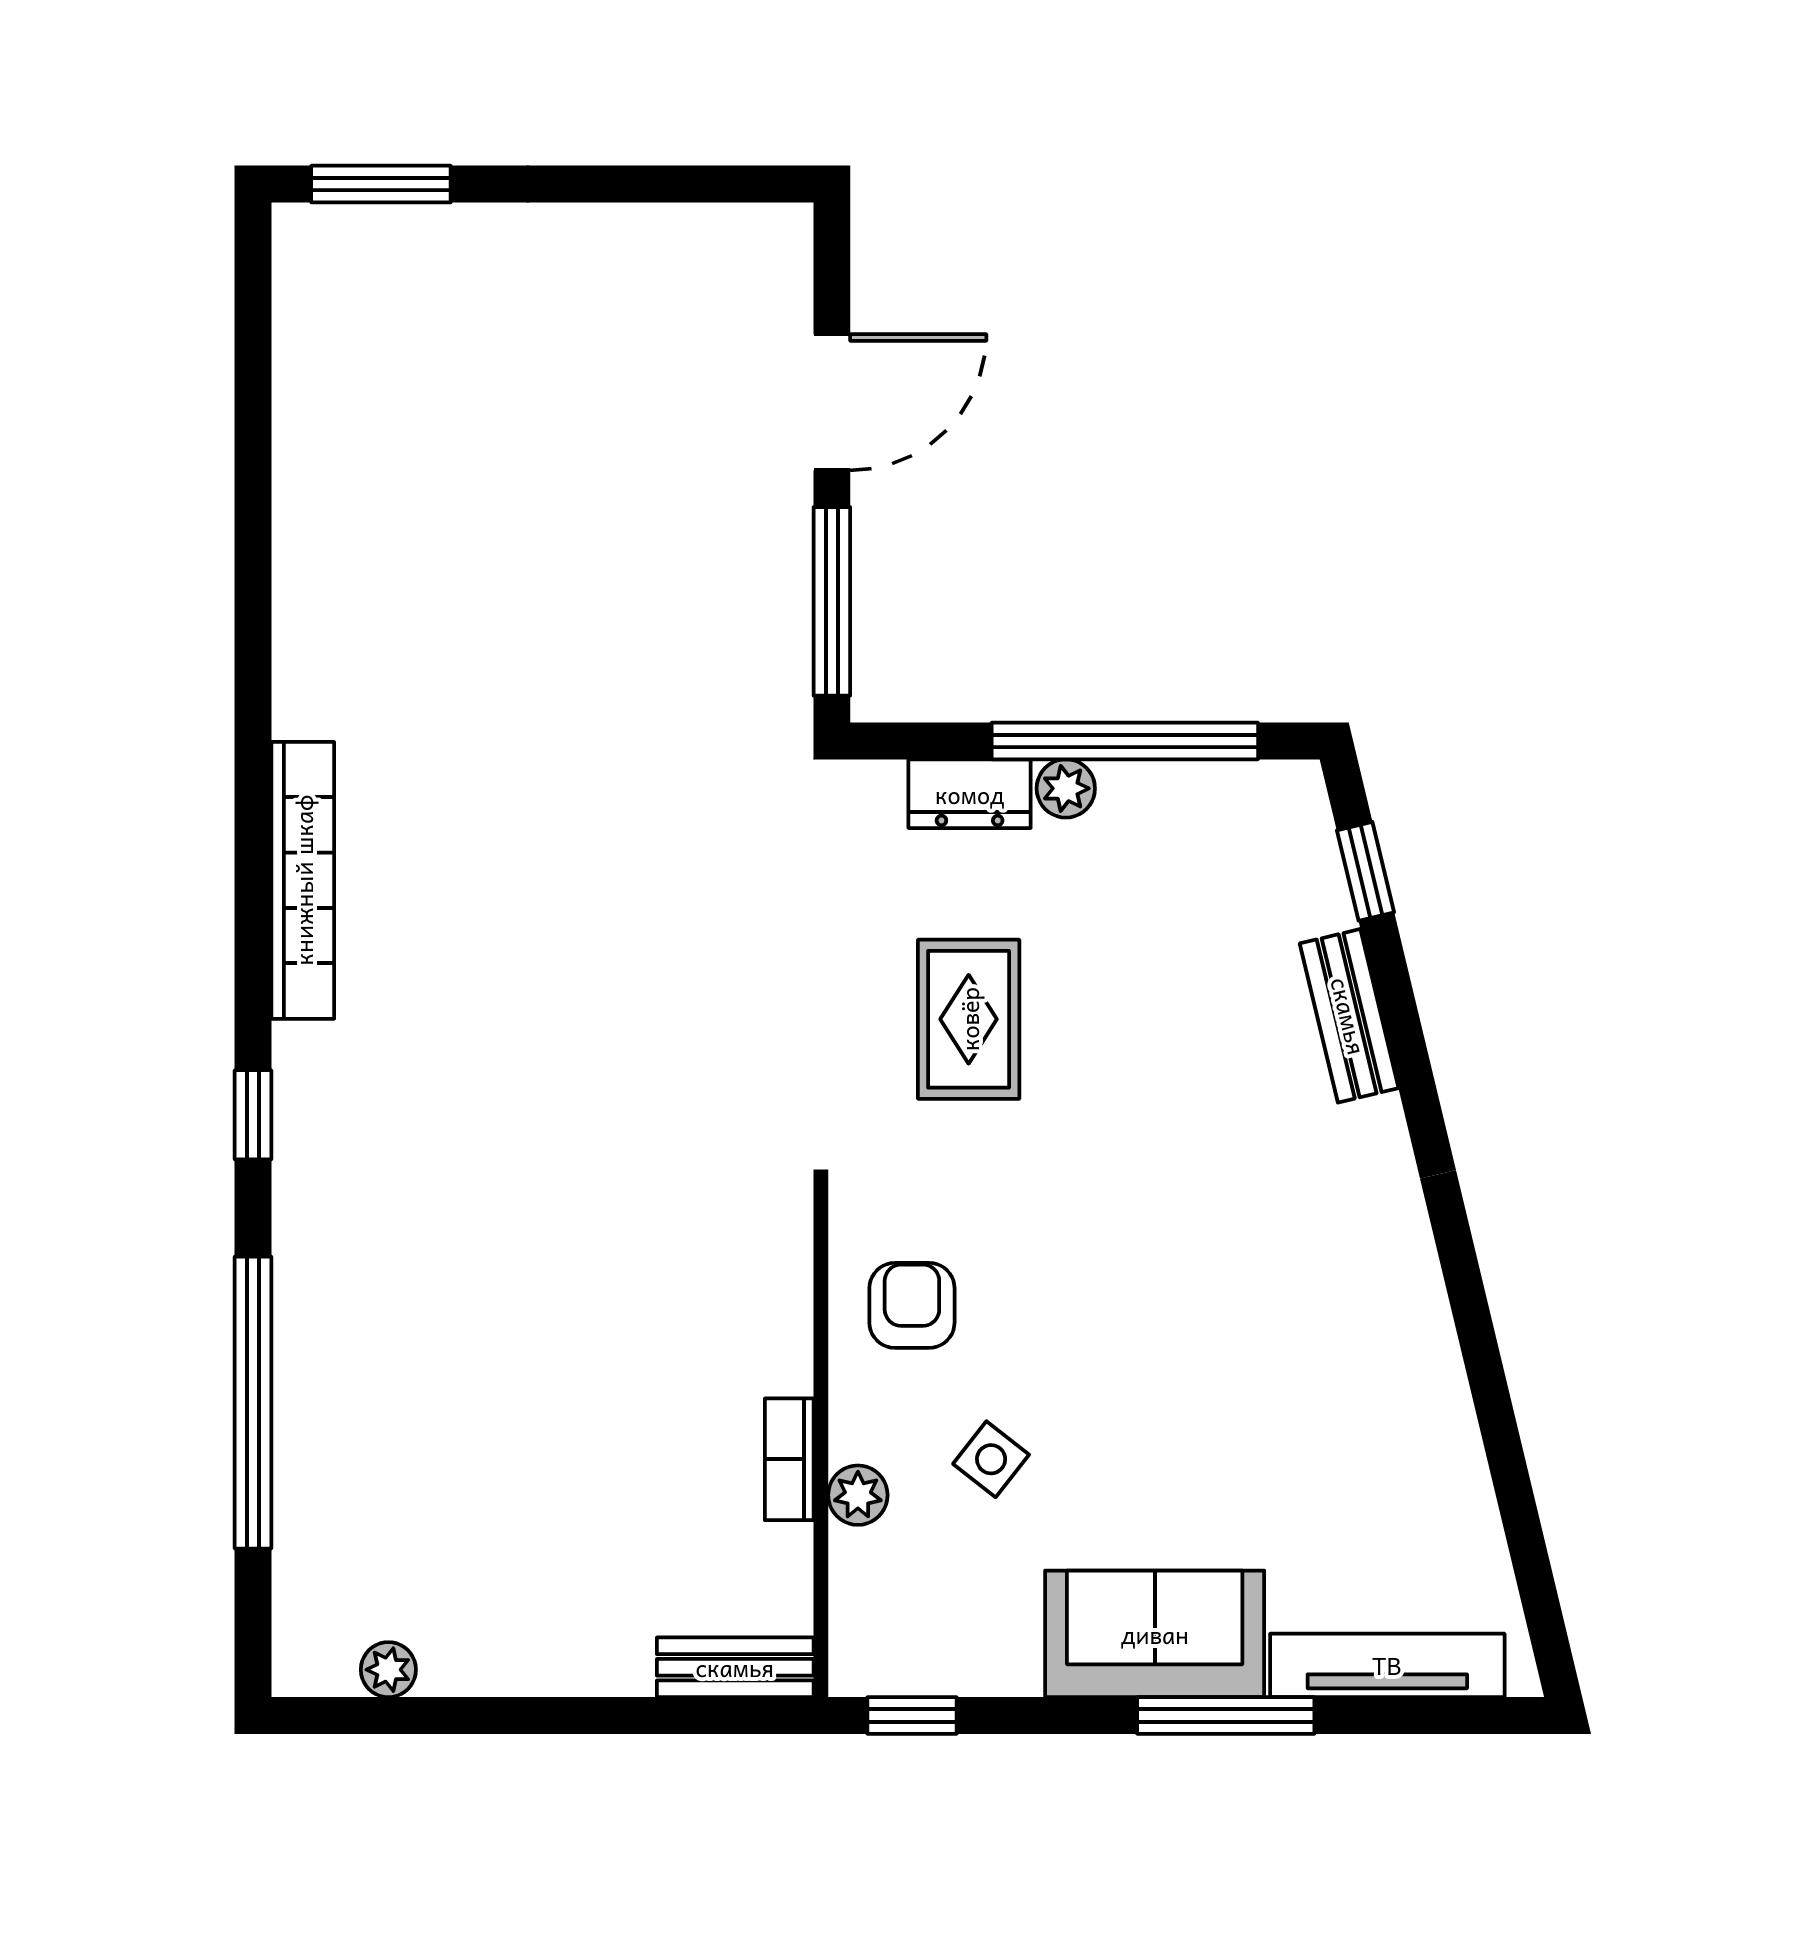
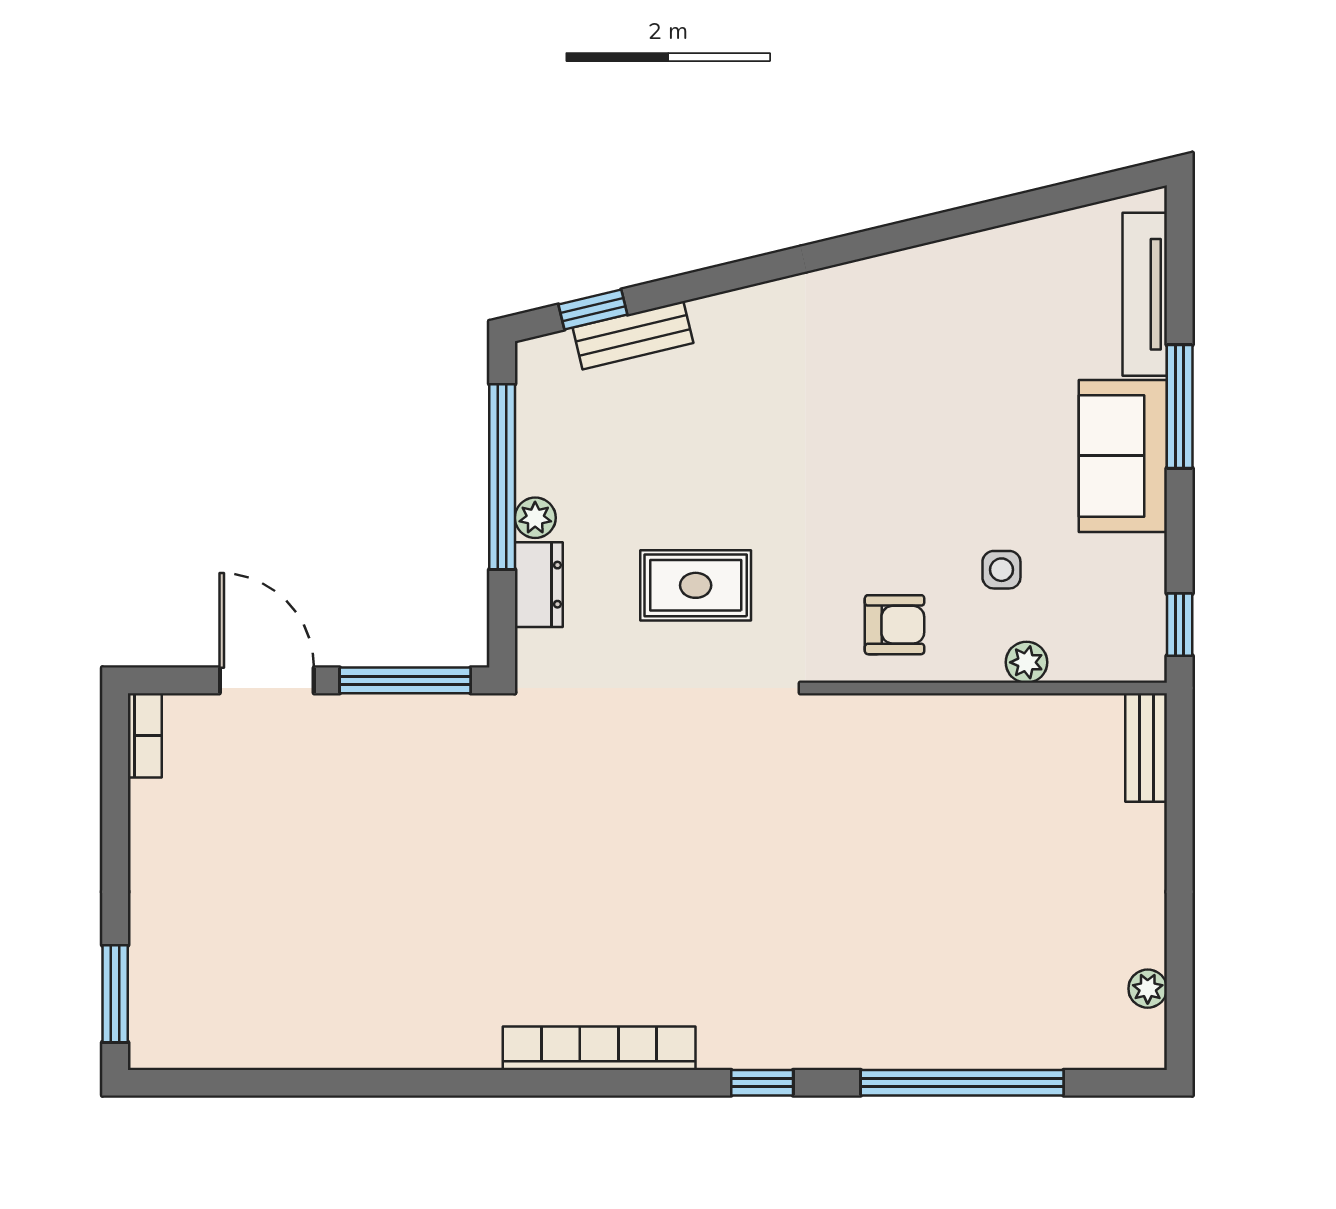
bench: (1349, 1016) -> (633, 335), moved
armchair: (912, 1305) -> (895, 625), turned 180
bookcase: (789, 1459) -> (145, 735), moved, turned -90
side table: (991, 1459) -> (1001, 570), turned -38

